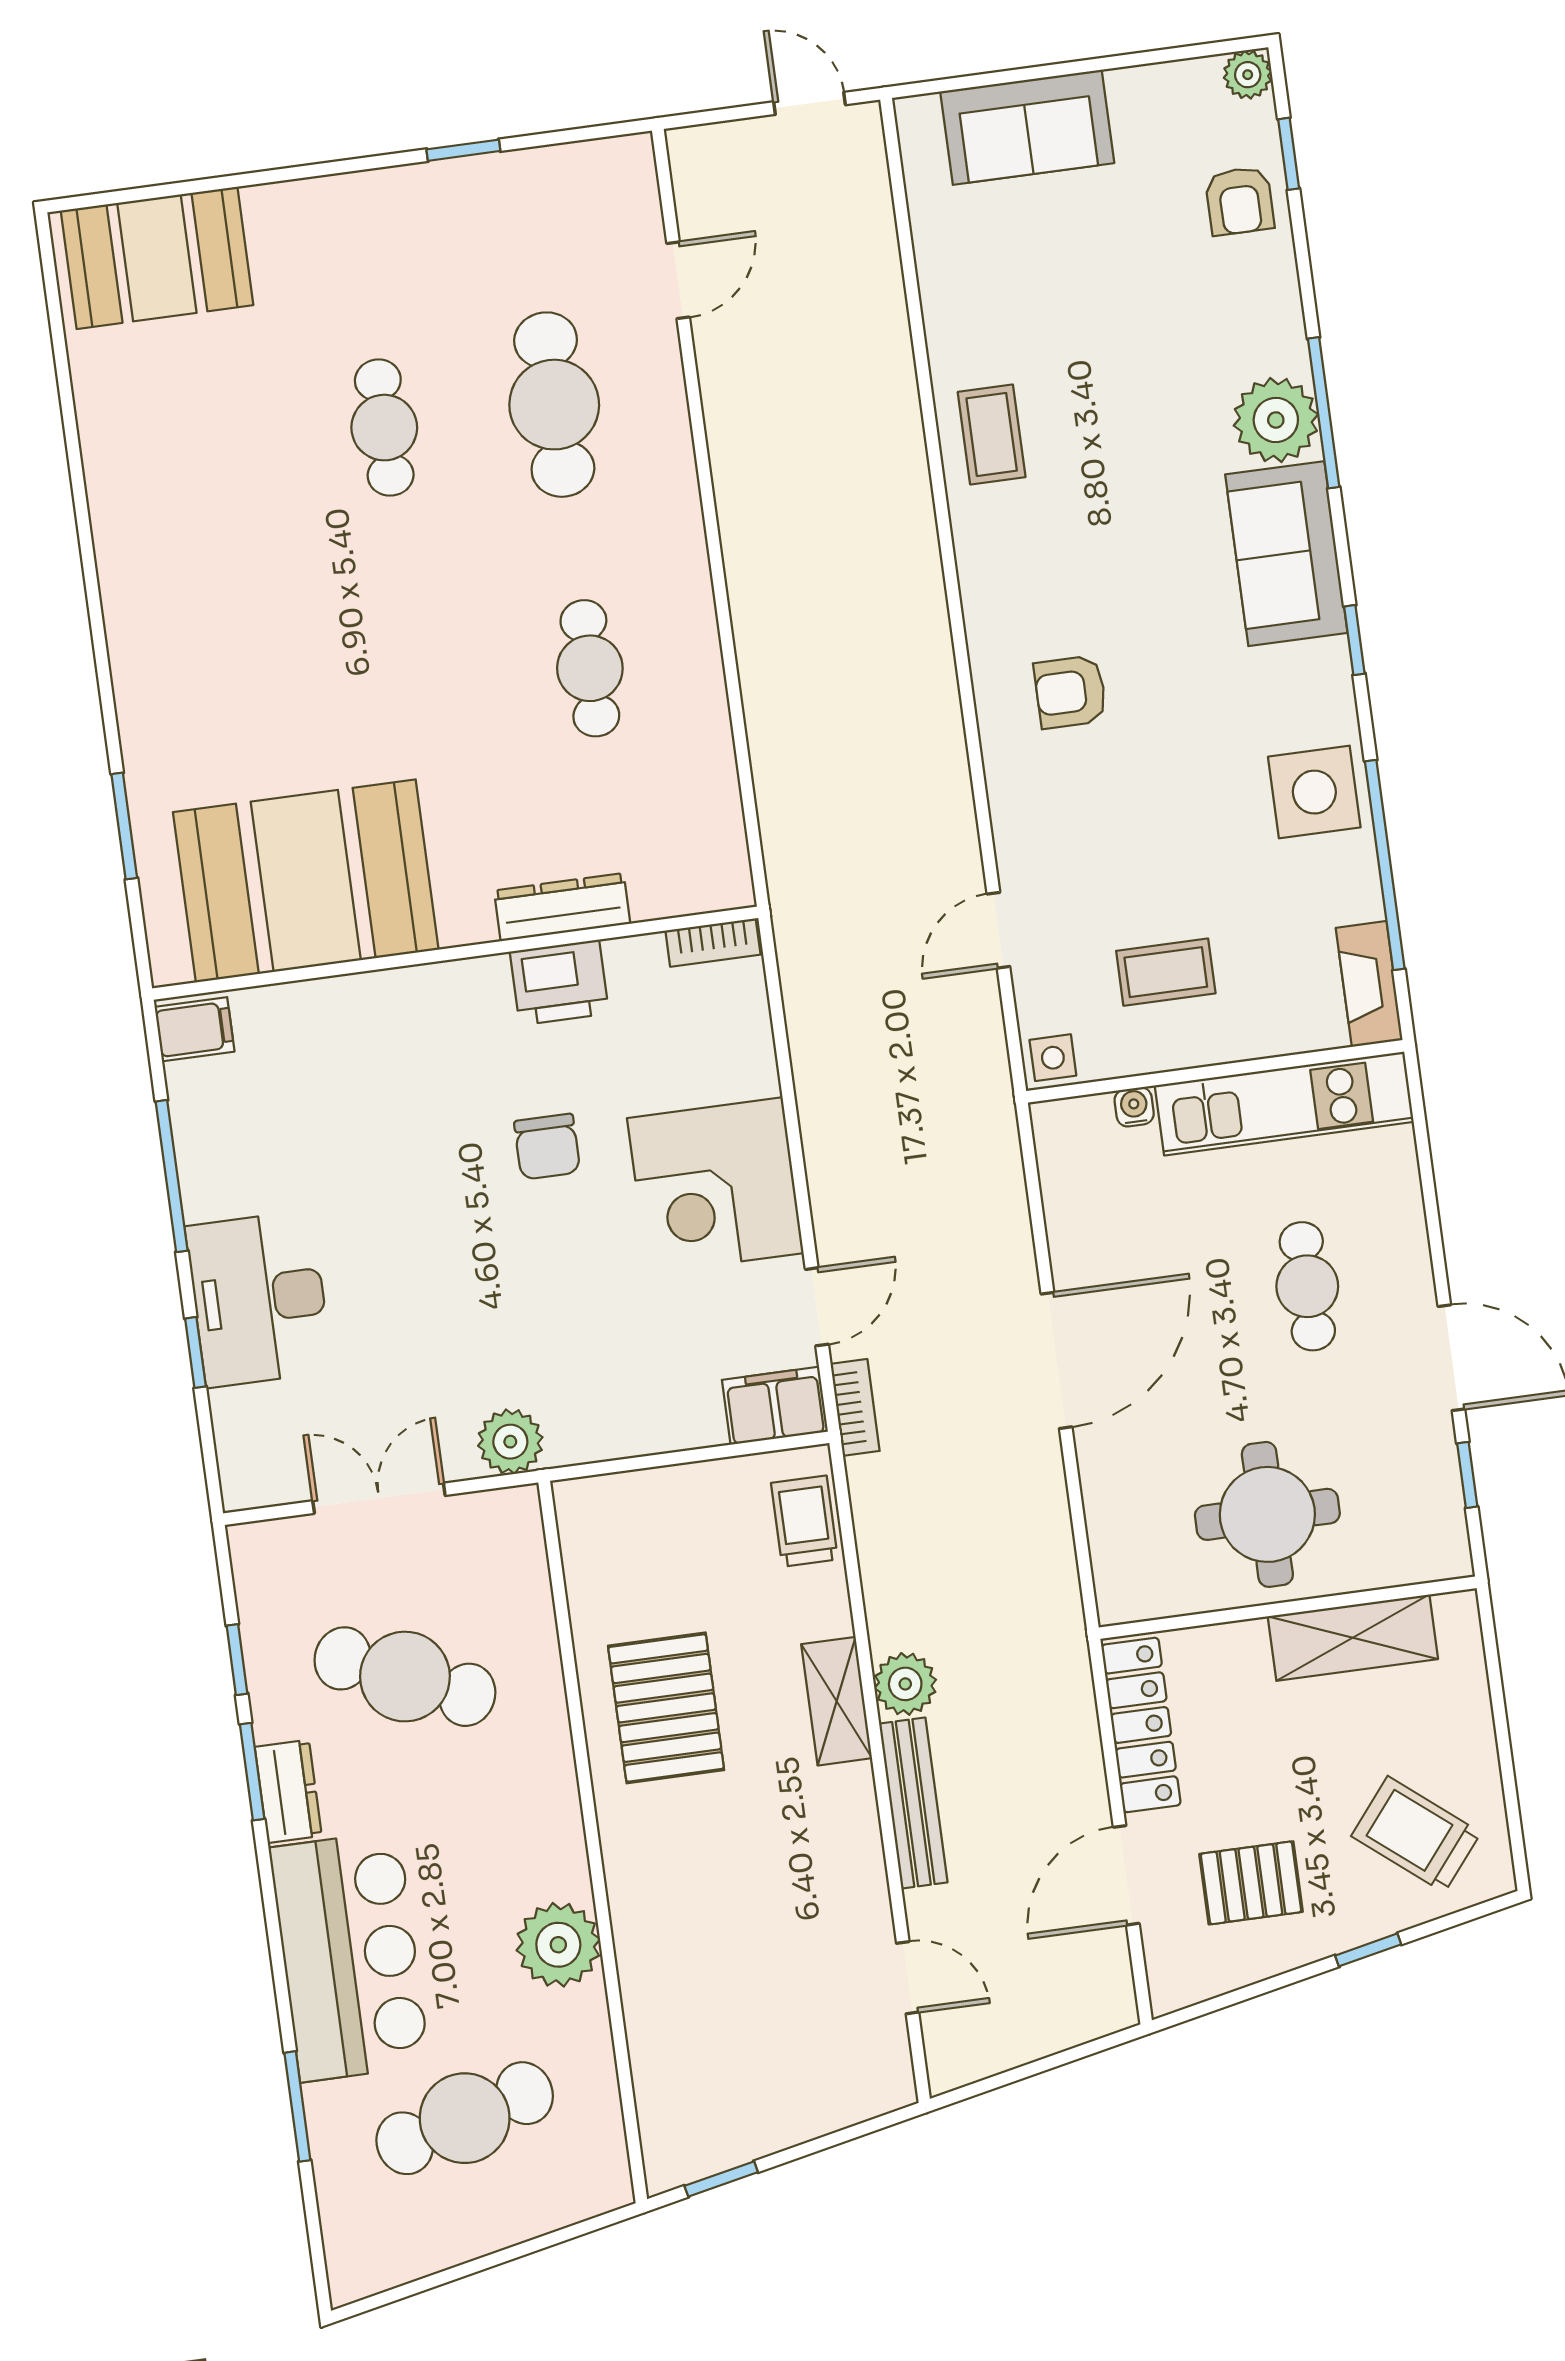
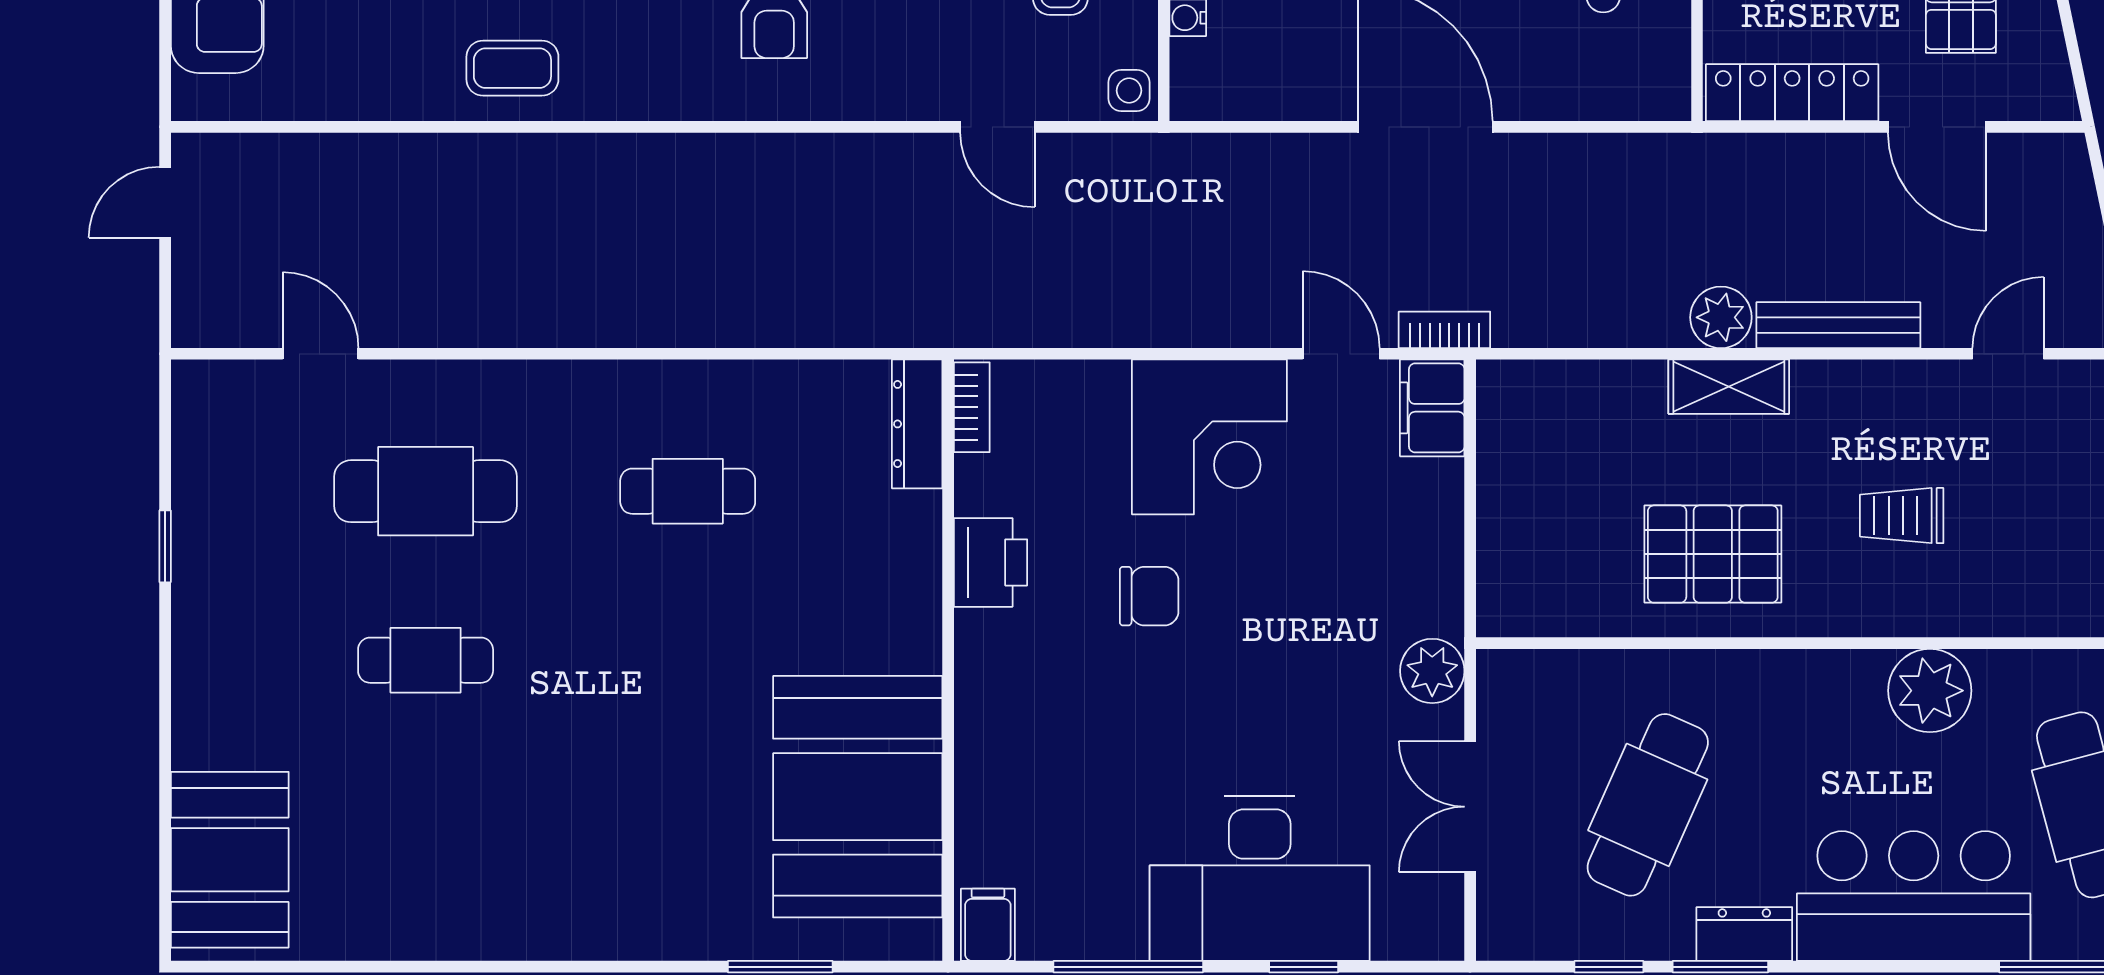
dresser: (562, 907) -> (917, 424), moved
desk: (259, 1299) -> (1260, 879), width x1.36, depth x1.30
trolley: (804, 1521) -> (1902, 516), moved

